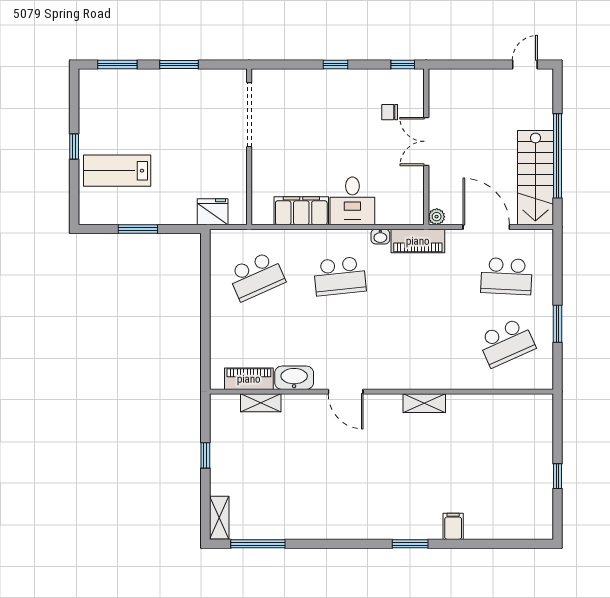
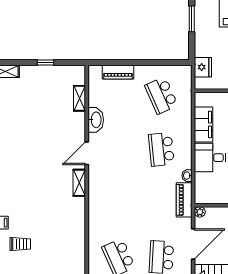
piano: (249, 379) -> (118, 72), moved, turned 90
shelving: (424, 403) -> (79, 183), moved
trolley: (486, 494) -> (20, 244), added

